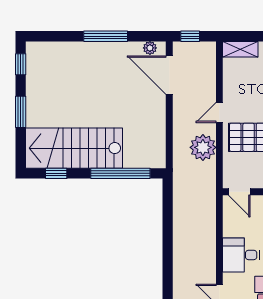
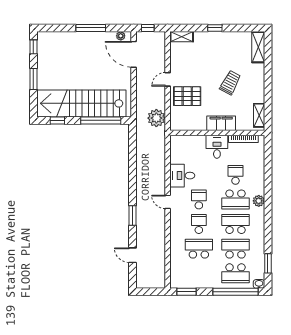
plant: (203, 147) -> (156, 118), moved
stairs: (74, 148) -> (81, 103), width x1.36
door: (239, 192) -> (181, 133), removed

